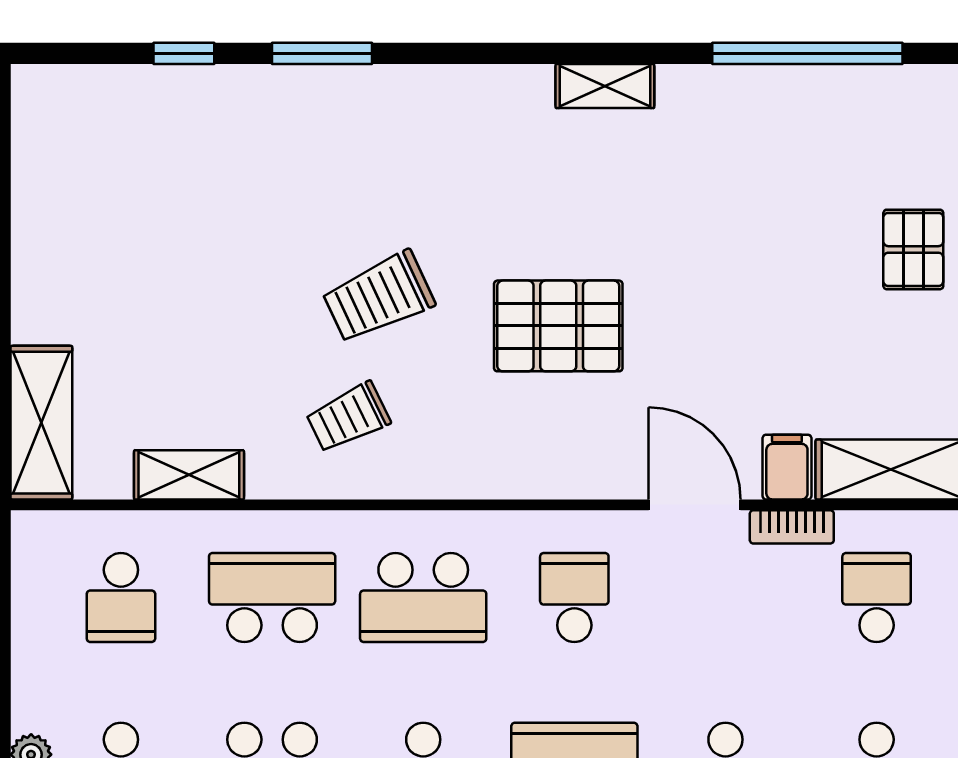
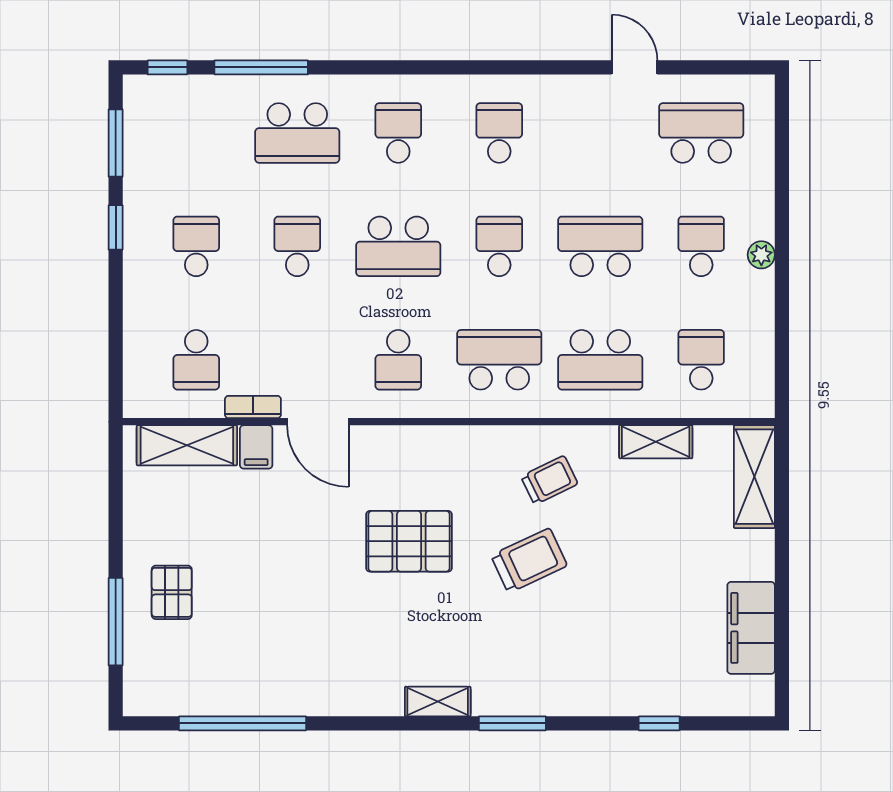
window: (322, 53) -> (512, 723), moved
shelving: (605, 86) -> (438, 702), moved
filing cabinet: (46, 196) -> (751, 628), added

